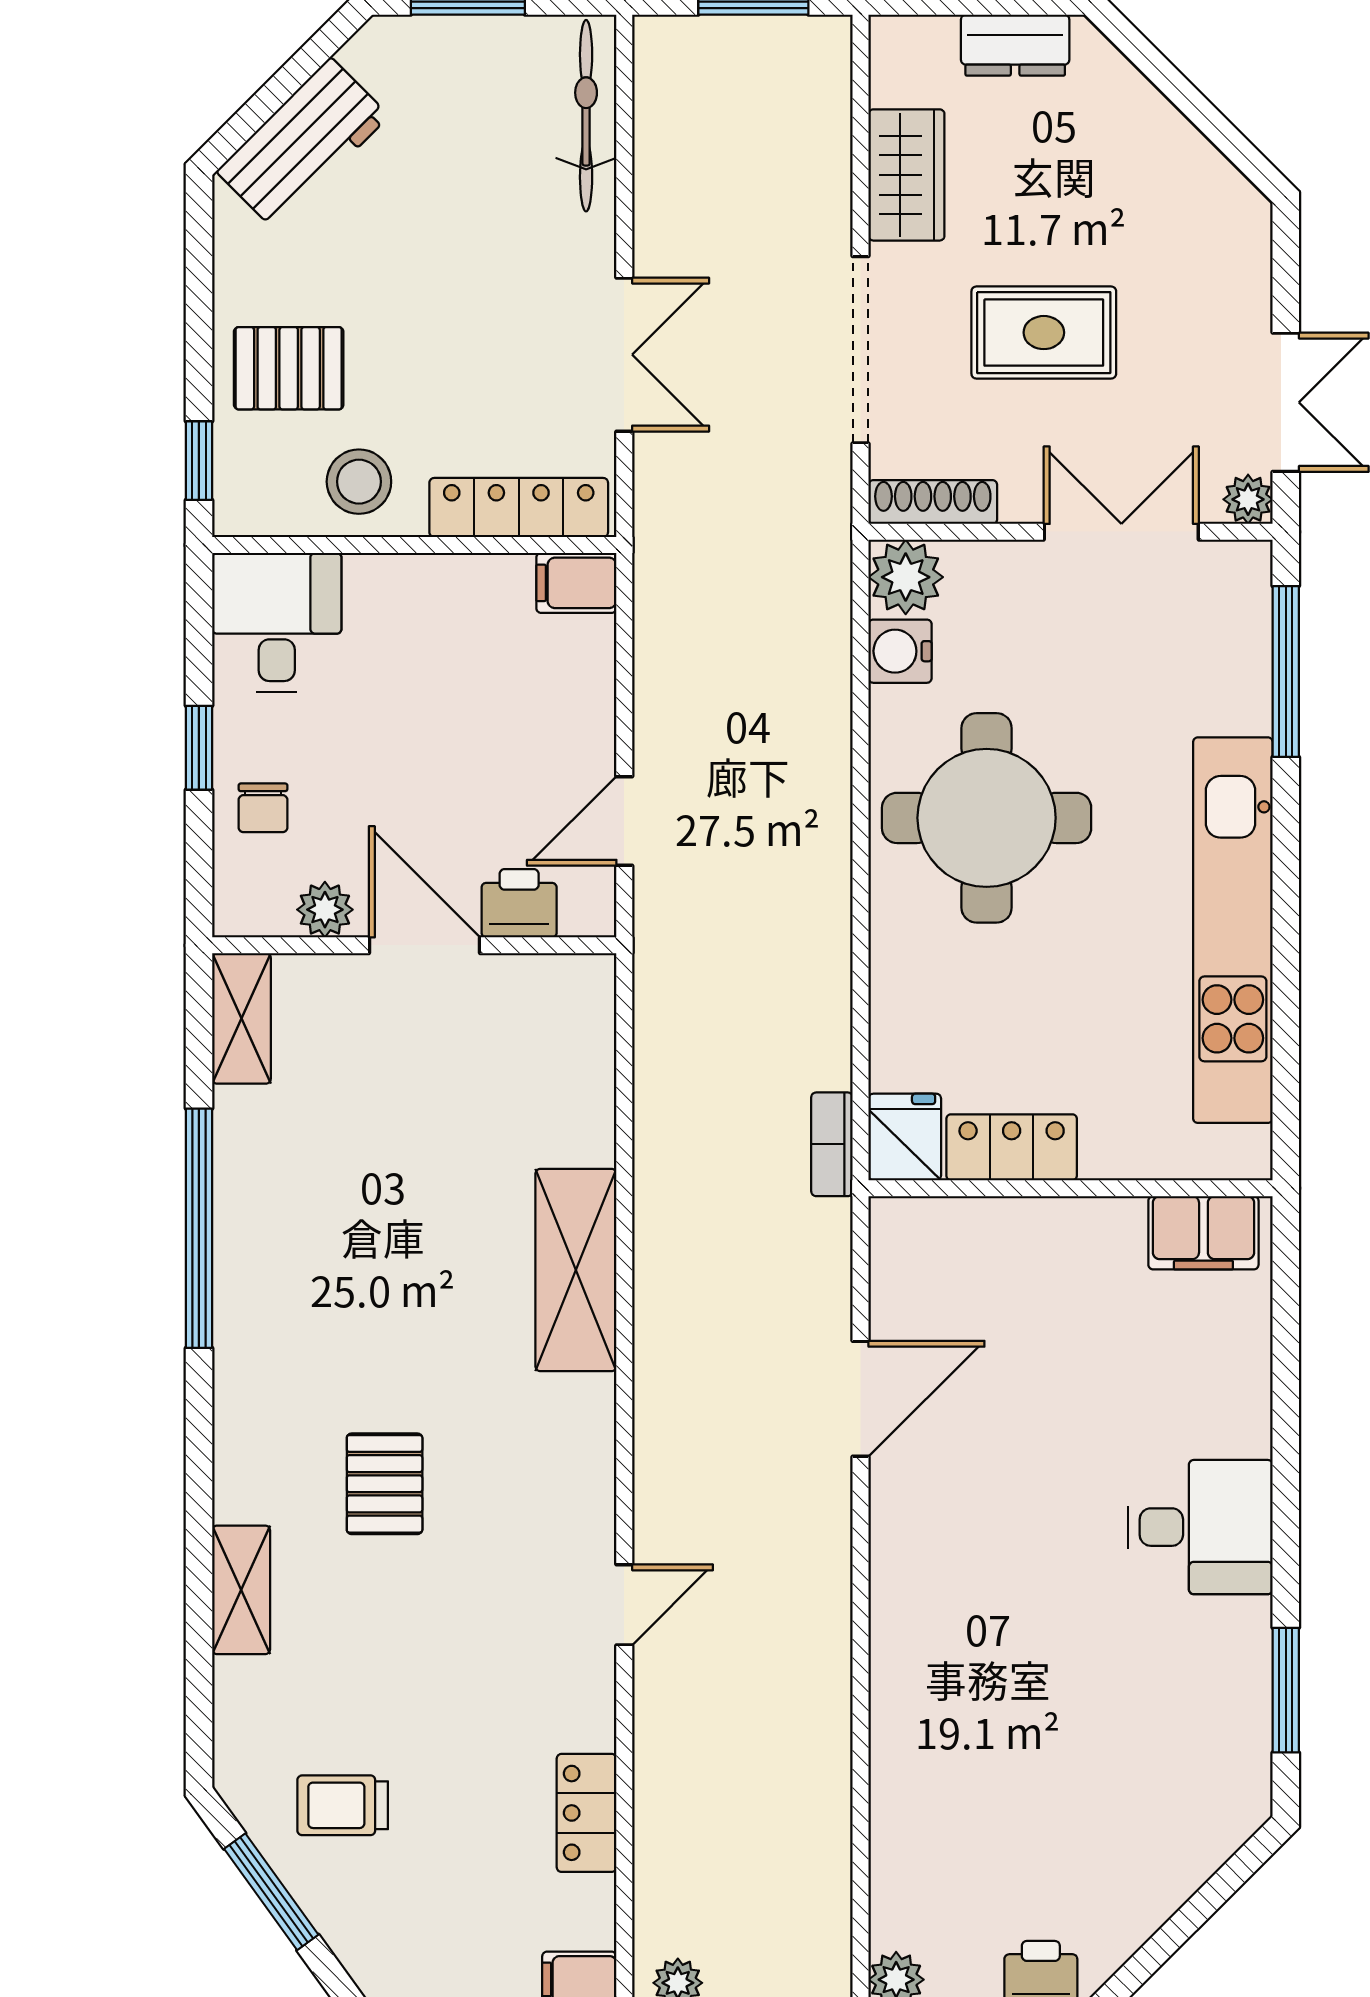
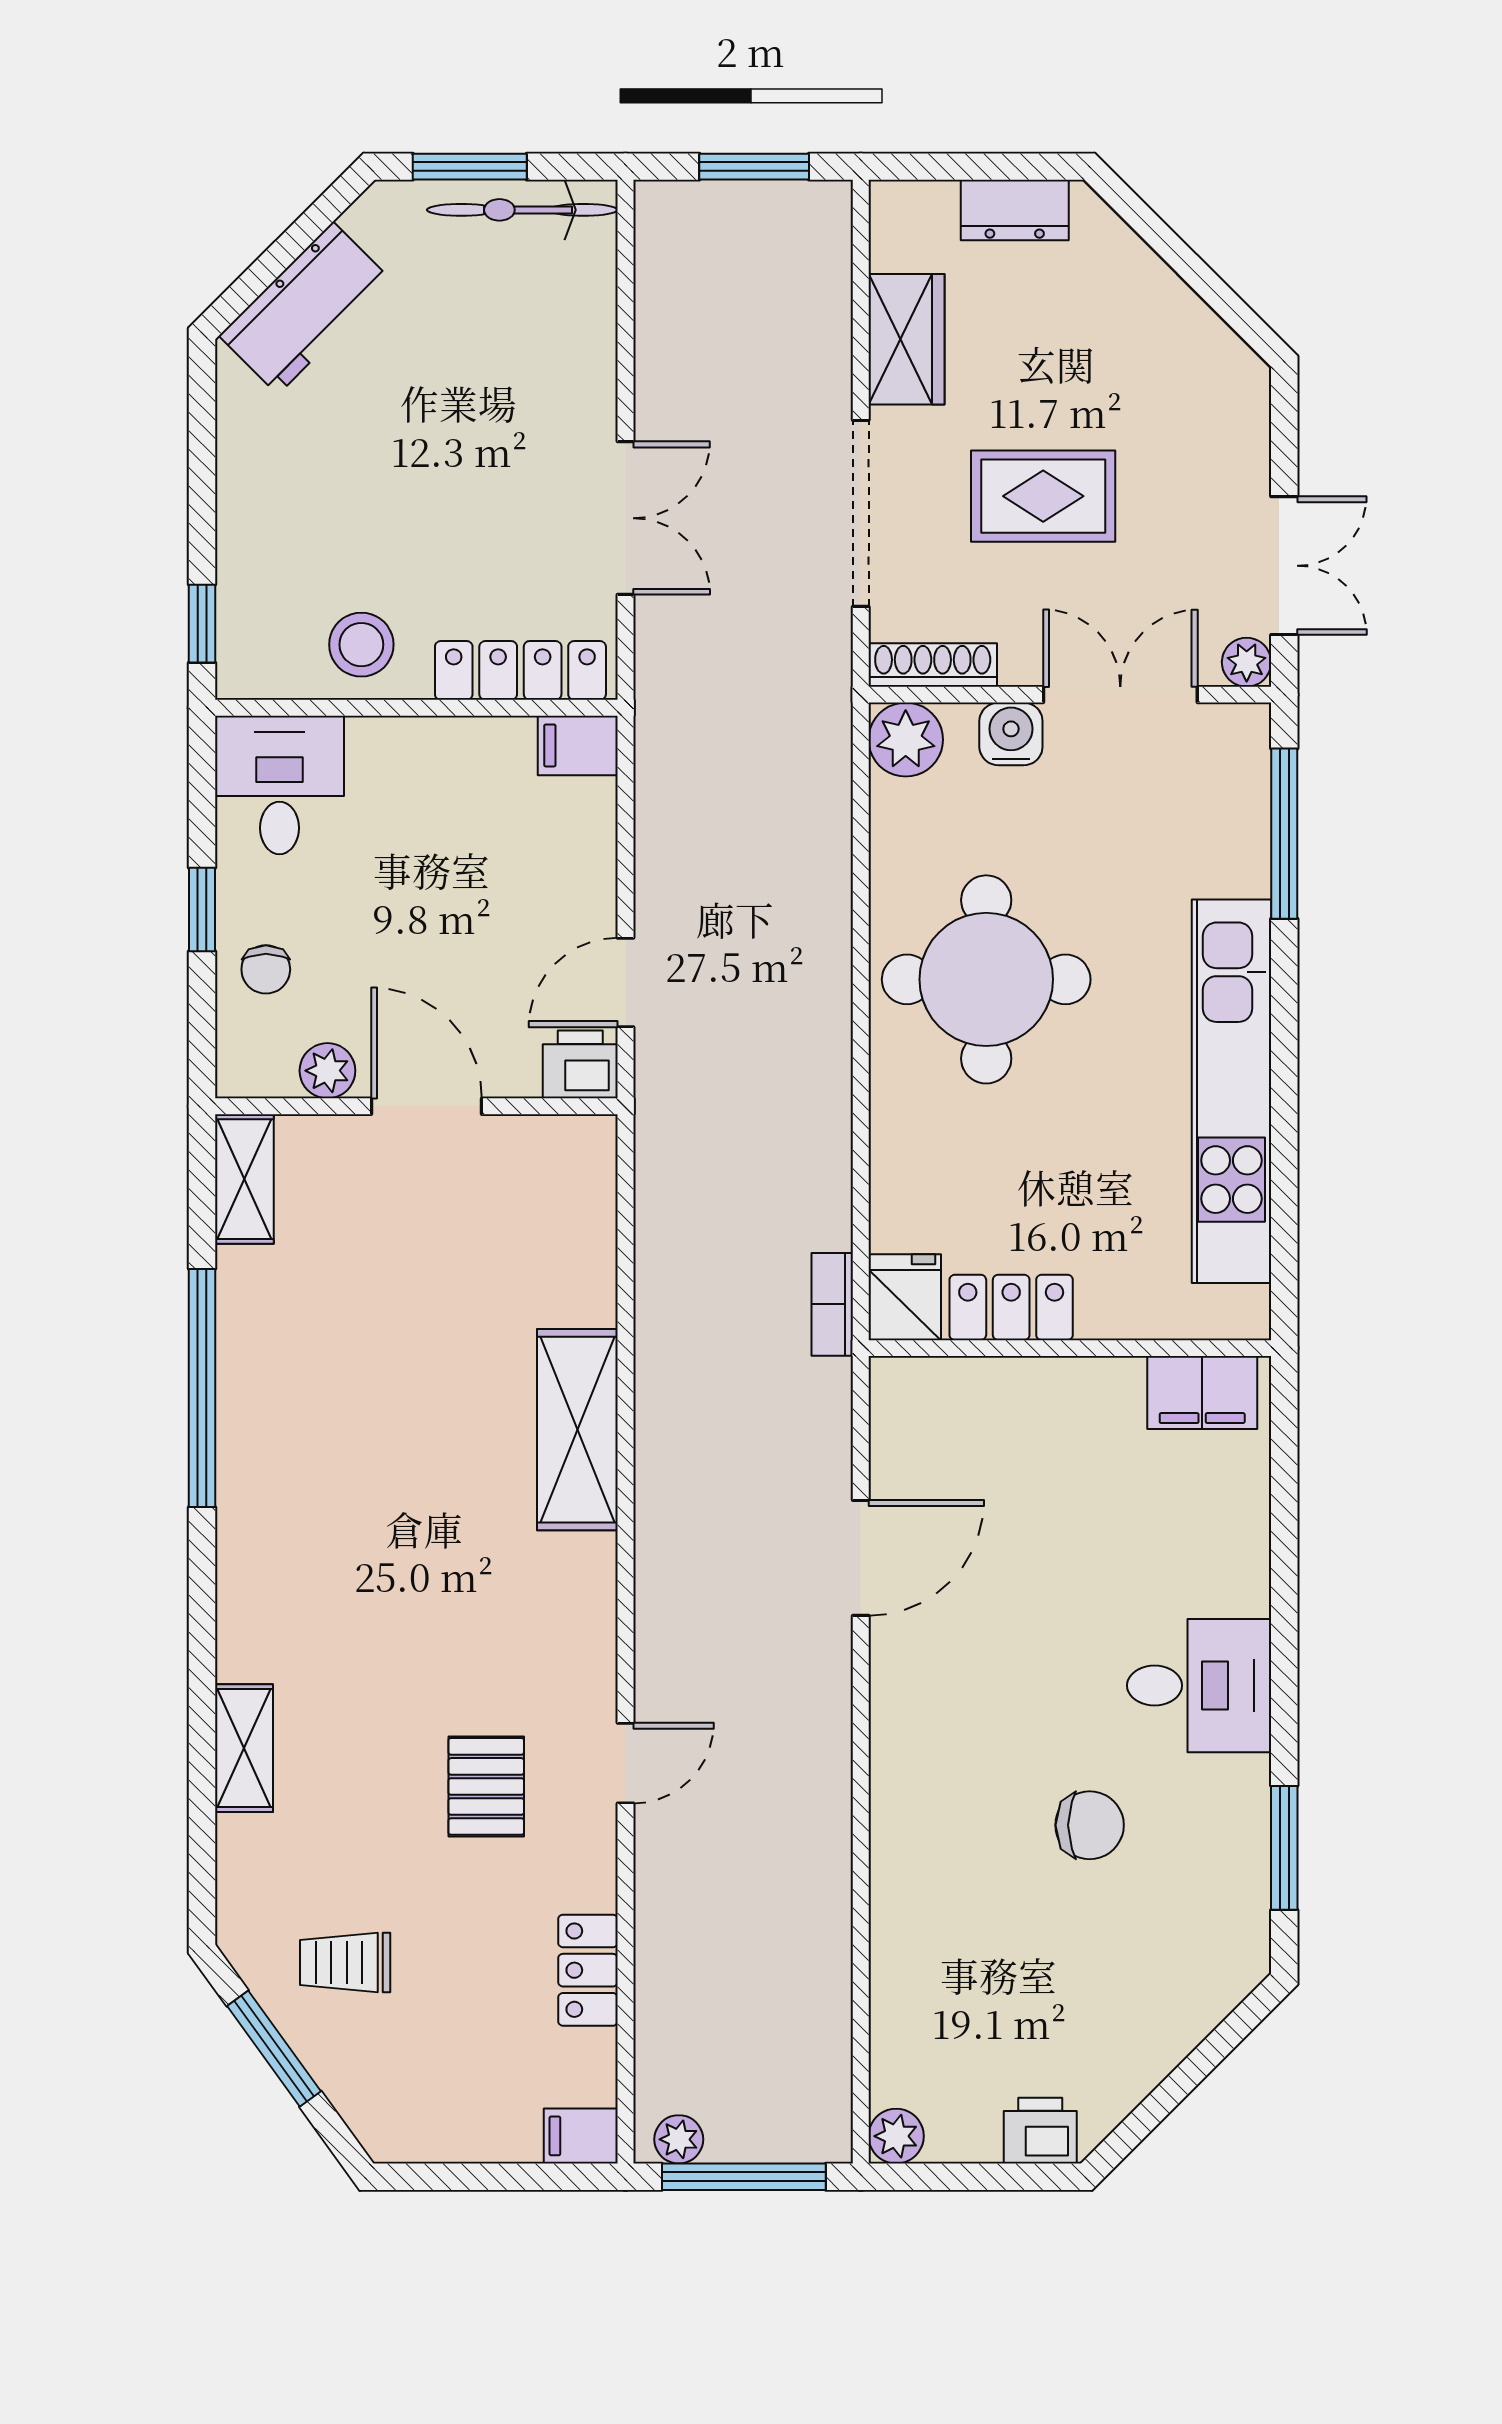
bicycle: (586, 116) -> (522, 210), moved, turned -90
pallet: (289, 368) -> (291, 532), removed
water cooler: (900, 651) -> (1011, 734), moved, turned 90
printer: (519, 903) -> (580, 1064), moved
pallet: (385, 1484) -> (486, 1786), moved
chair: (1090, 1667) -> (1090, 1825), added

